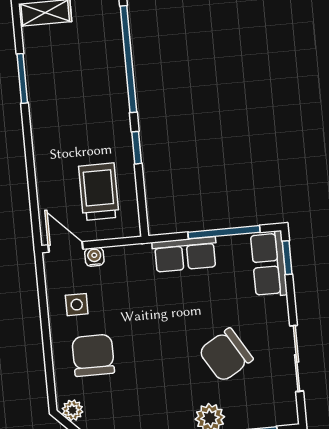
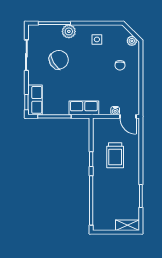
trolley: (99, 192) -> (115, 155), moved
row of seats: (185, 254) -> (84, 108), moved
side table: (77, 305) -> (97, 39), moved
chair: (93, 355) -> (120, 65), width x0.54, depth x0.54

